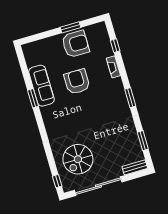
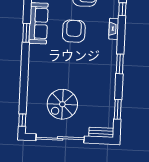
spiral stairs: (78, 159) -> (62, 104), moved

